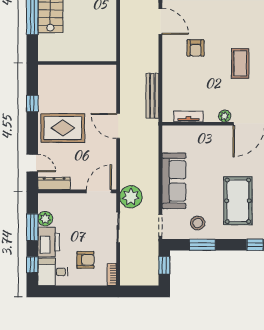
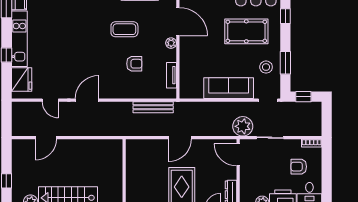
armchair: (196, 48) -> (134, 64), moved
armchair: (86, 260) -> (299, 167), turned -90

